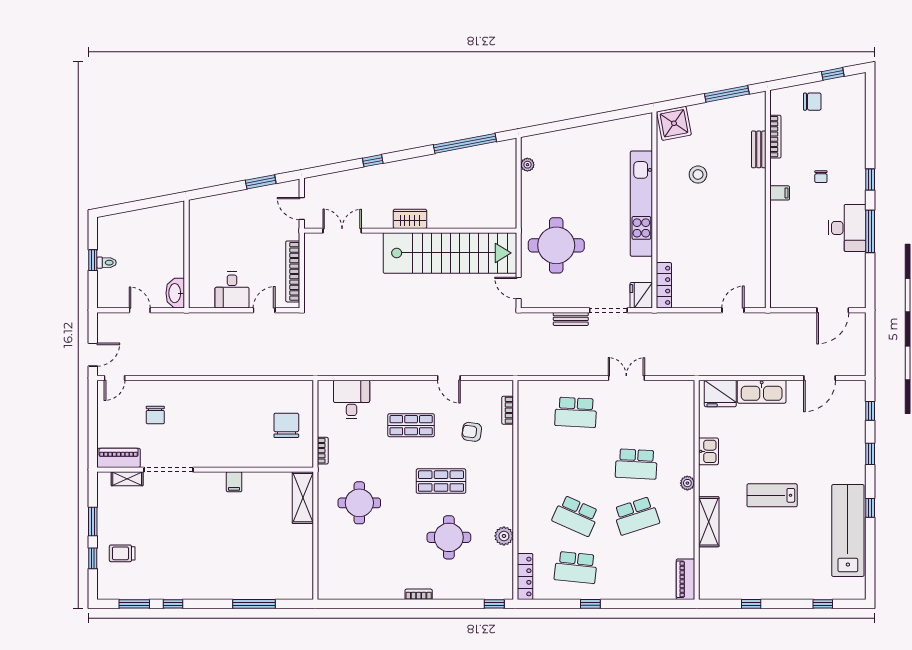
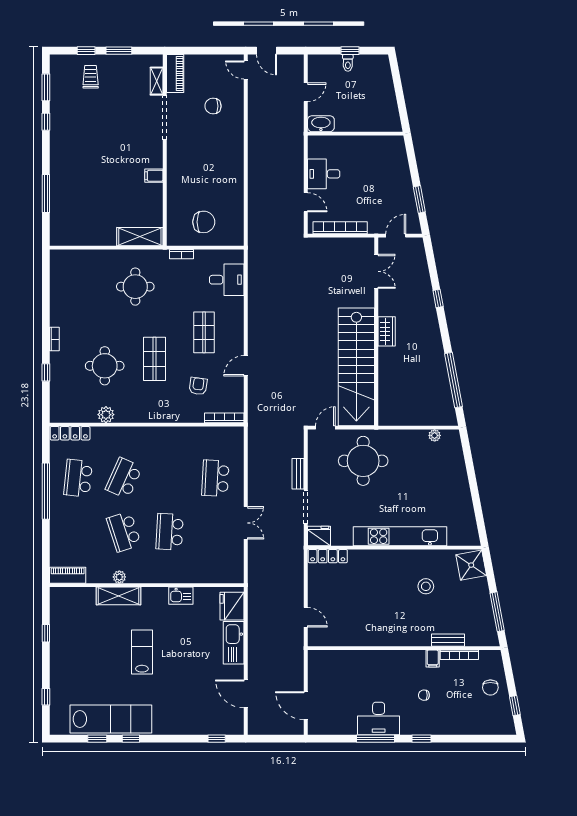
filing cabinet: (780, 193) -> (433, 659), moved
bookcase: (508, 410) -> (224, 418), width x1.56
window: (870, 454) -> (97, 739), moved
plant: (687, 483) -> (119, 577), moved
window: (494, 604) -> (46, 372), moved
window: (590, 604) -> (46, 491), width x3.17

